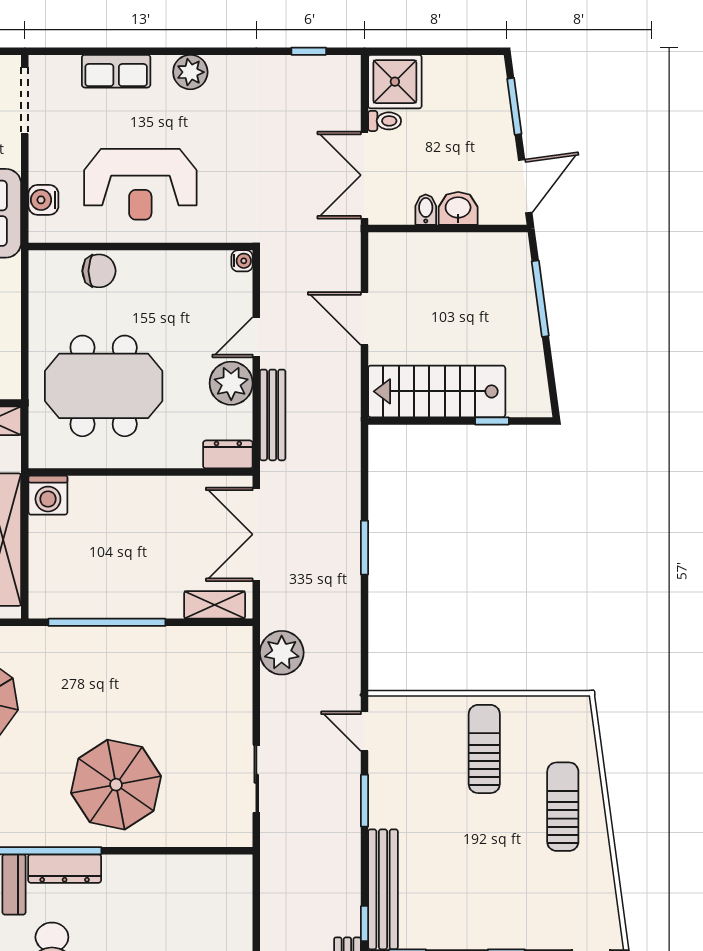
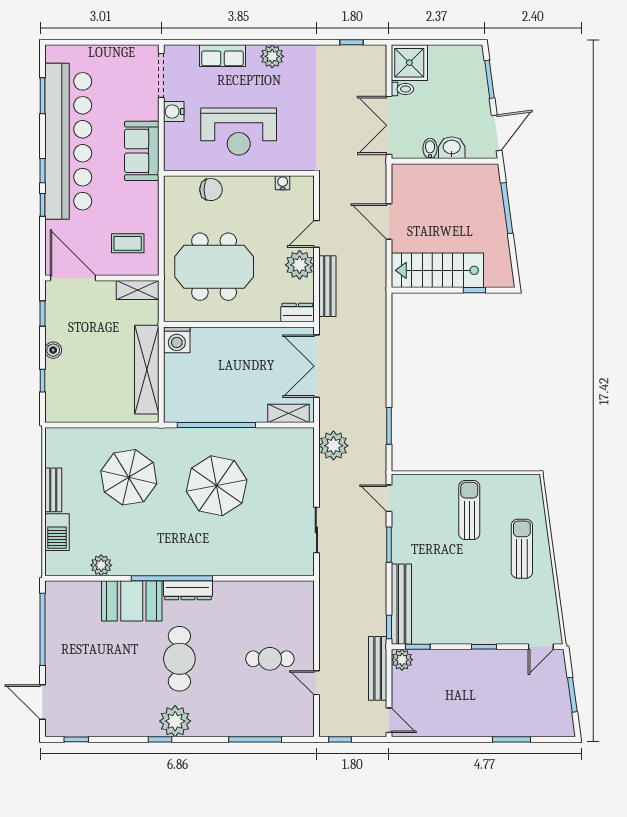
water cooler: (43, 200) -> (174, 111), moved
water cooler: (242, 261) -> (283, 183), moved, turned -90
window: (364, 548) -> (389, 426), moved
parasol: (116, 785) -> (217, 486), moved

